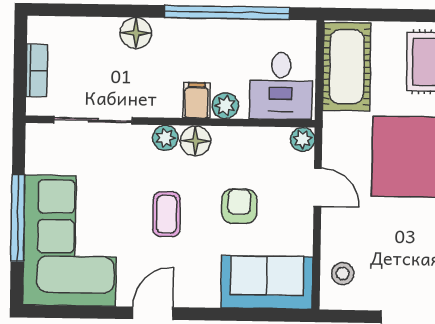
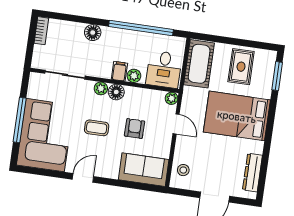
bookcase: (37, 71) -> (41, 31), moved
coffee table: (167, 214) -> (97, 128), turned 90

